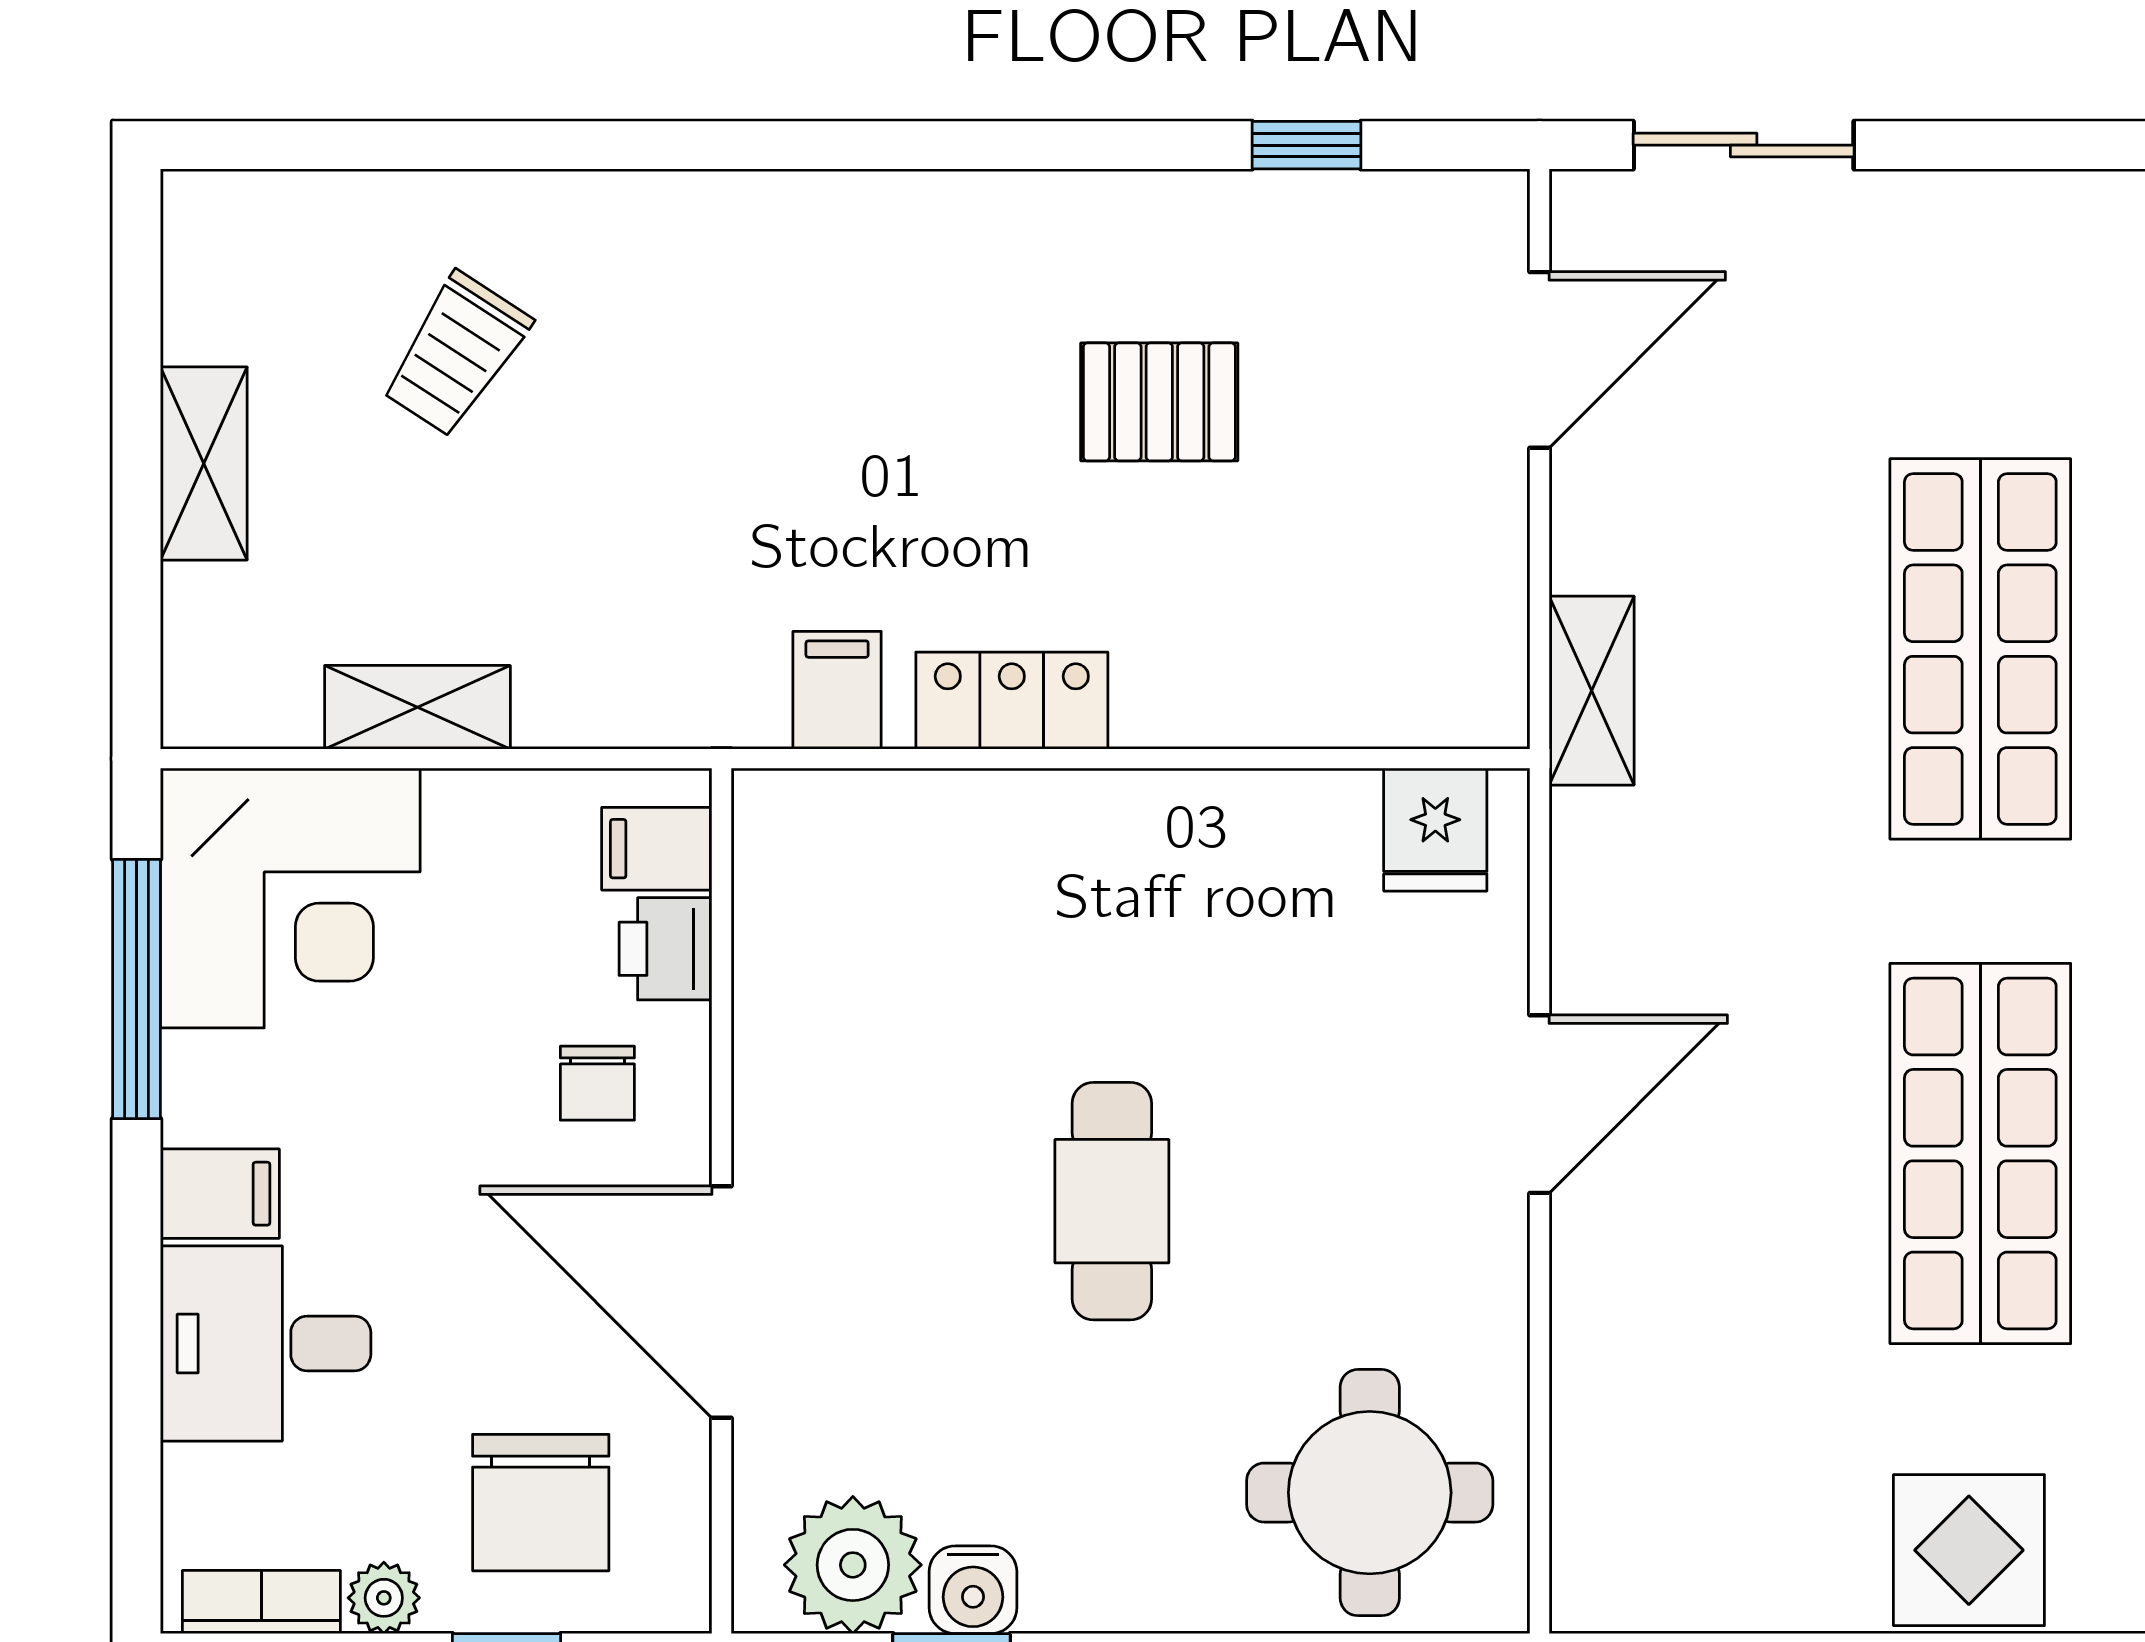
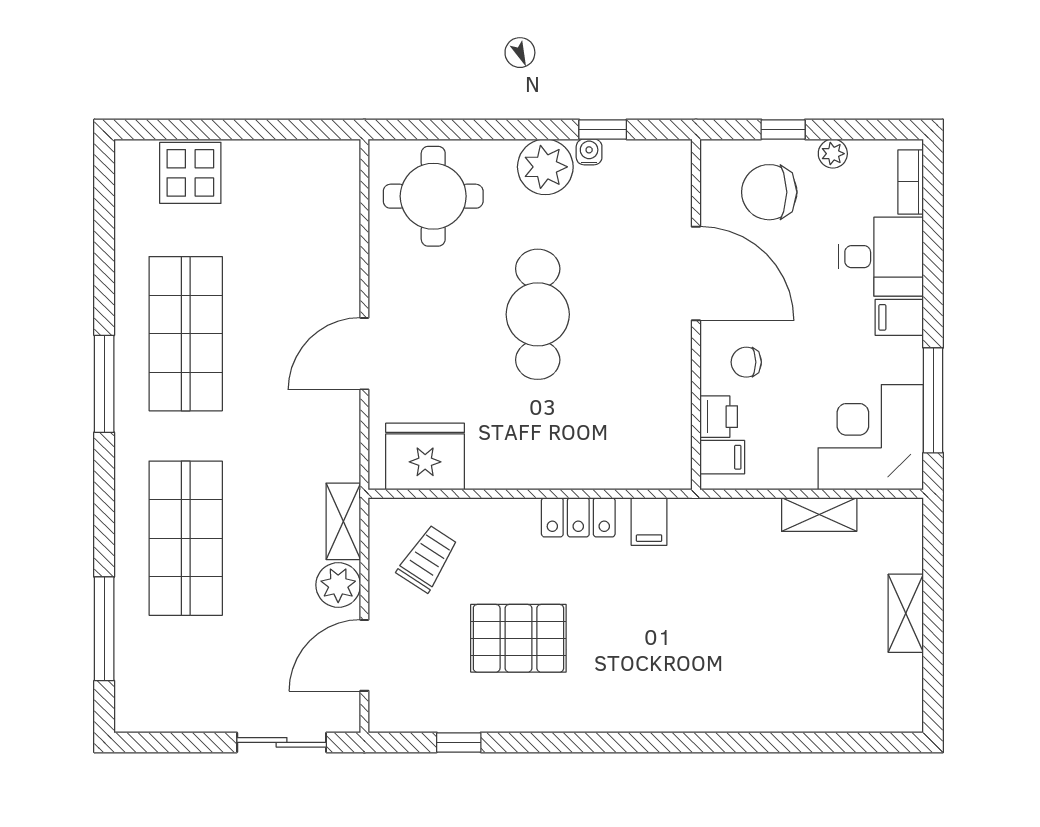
trolley: (456, 355) -> (427, 559), moved
pallet: (1159, 402) -> (518, 638), width x1.50, depth x1.42
plant: (1604, 533) -> (338, 585), added
fridge: (1435, 830) -> (425, 457), width x1.88, depth x1.34
chair: (597, 1083) -> (746, 362), turned -90
cafe table: (1112, 1201) -> (538, 314), width x1.37, depth x1.35
chair: (541, 1503) -> (769, 192), turned -90
plant: (853, 1565) -> (545, 167), moved
water cooler: (973, 1590) -> (589, 152), width x0.72, depth x0.72
bookcase: (261, 1602) -> (911, 182), moved, turned 90

